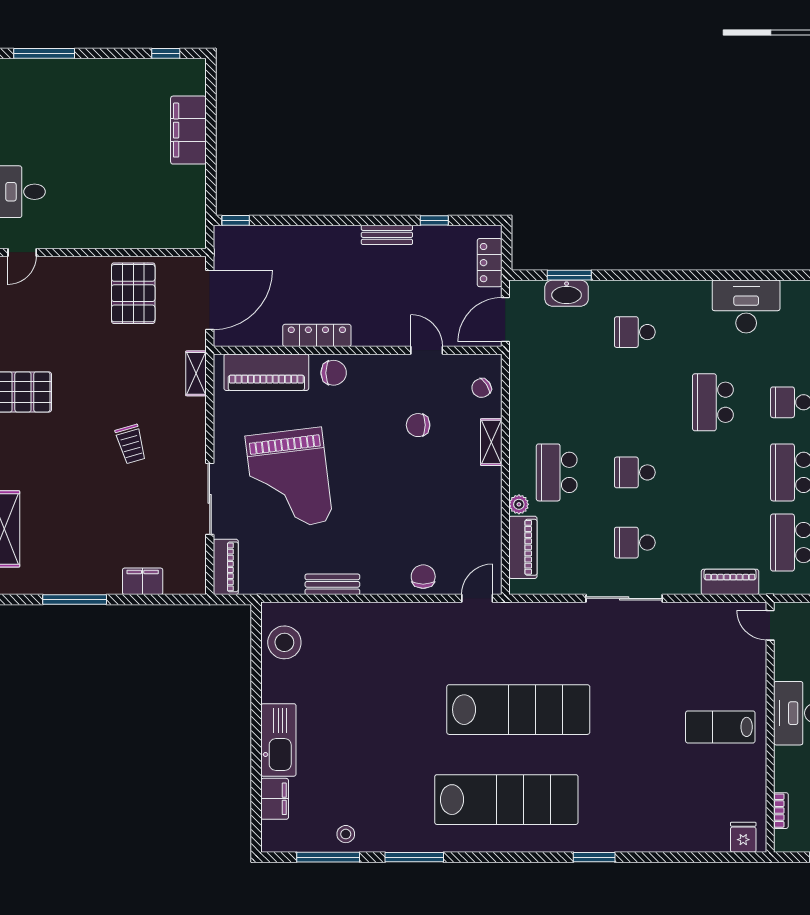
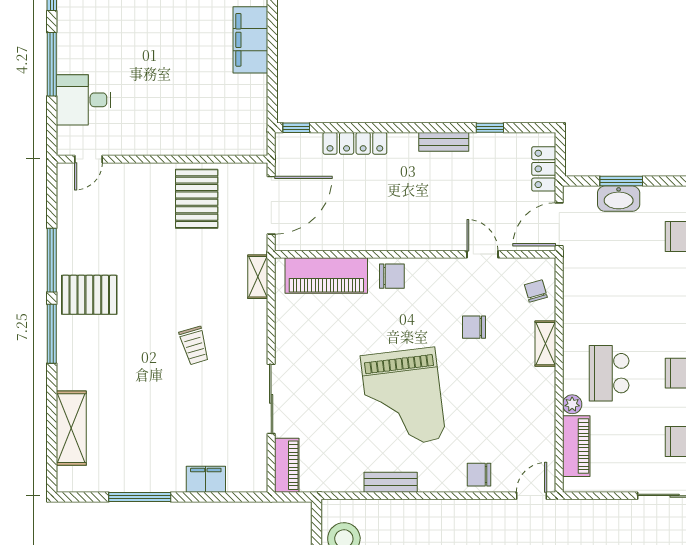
locker: (317, 335) -> (355, 143), moved, turned 180
chair: (482, 388) -> (536, 291), turned 107
grand piano: (289, 479) -> (403, 398), moved
chair: (423, 577) -> (479, 475), turned -90

